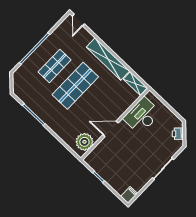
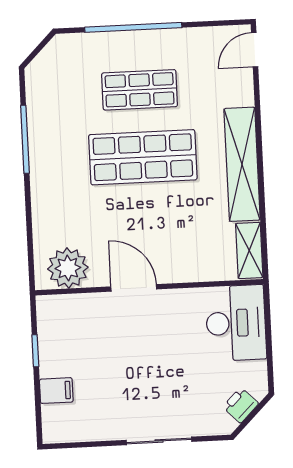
desk: (142, 116) -> (236, 323), moved, turned 90
filing cabinet: (129, 195) -> (56, 391), moved

